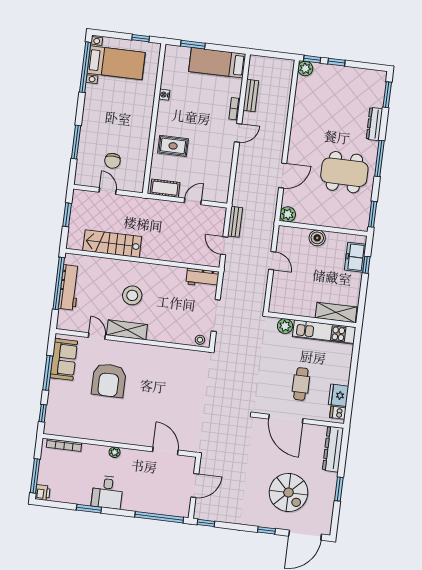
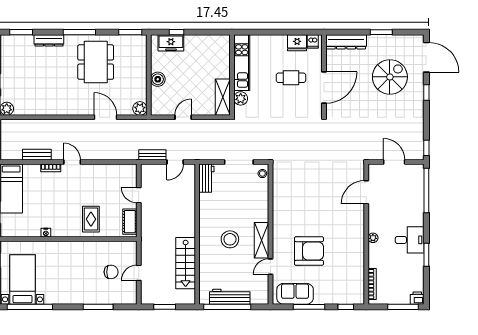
shelving: (336, 312) -> (223, 97), moved

